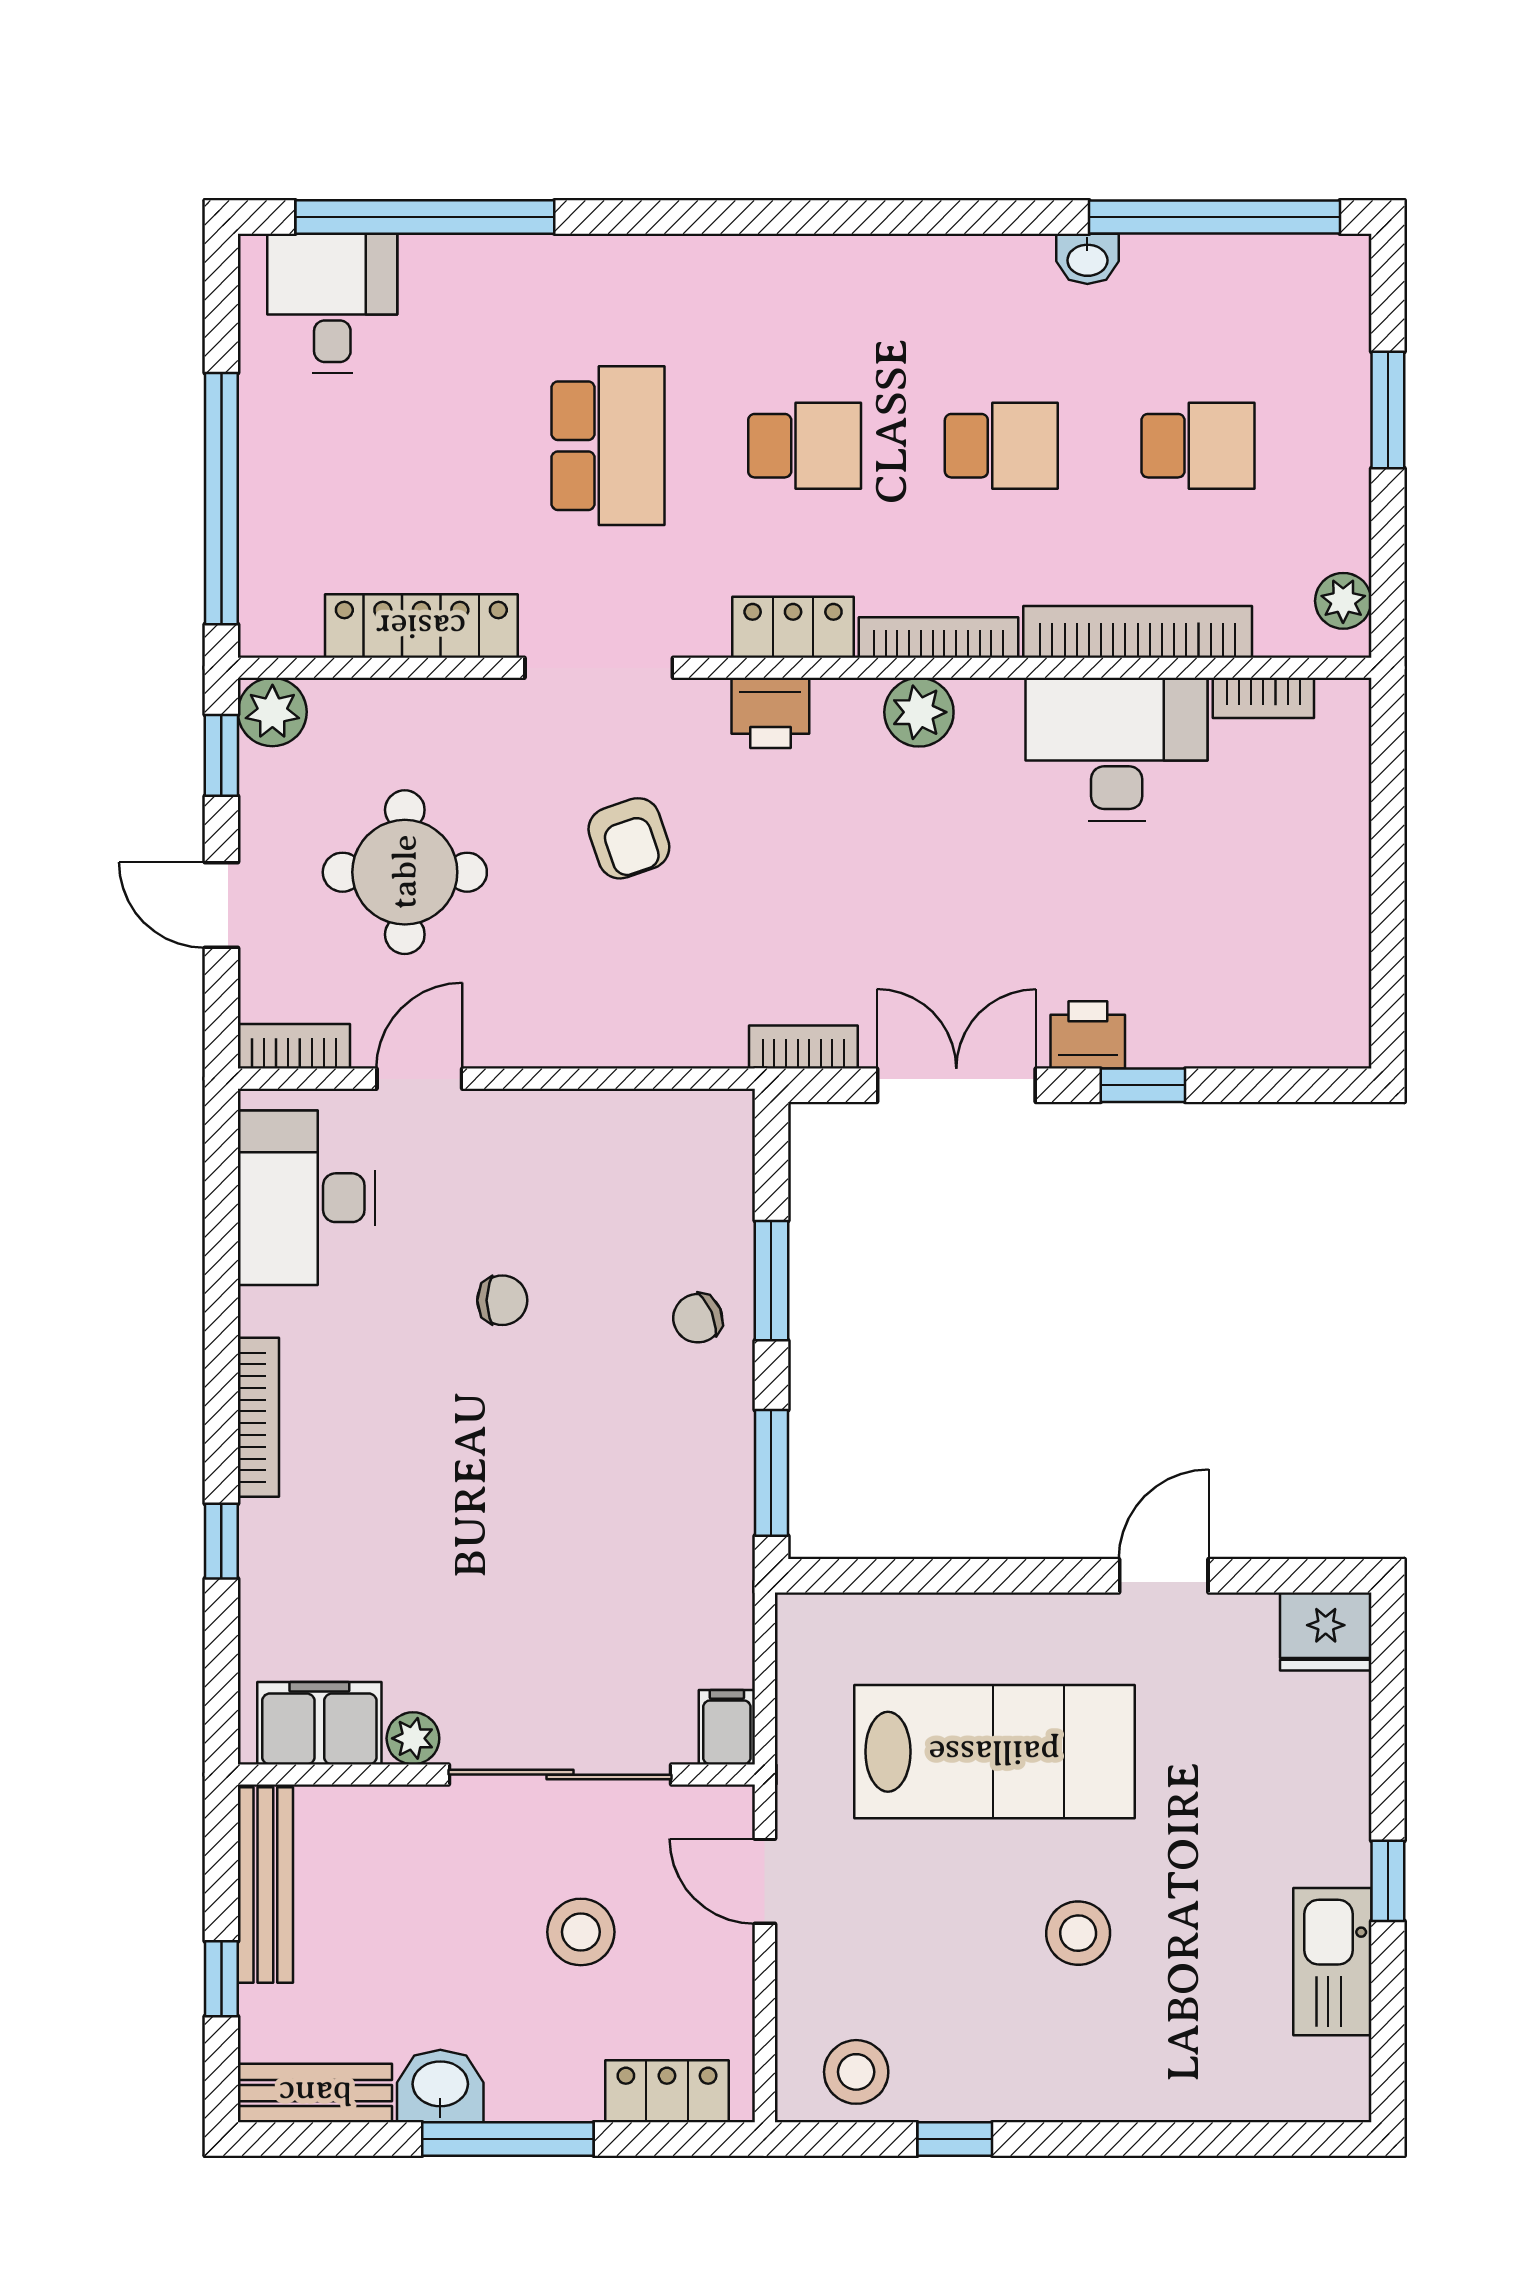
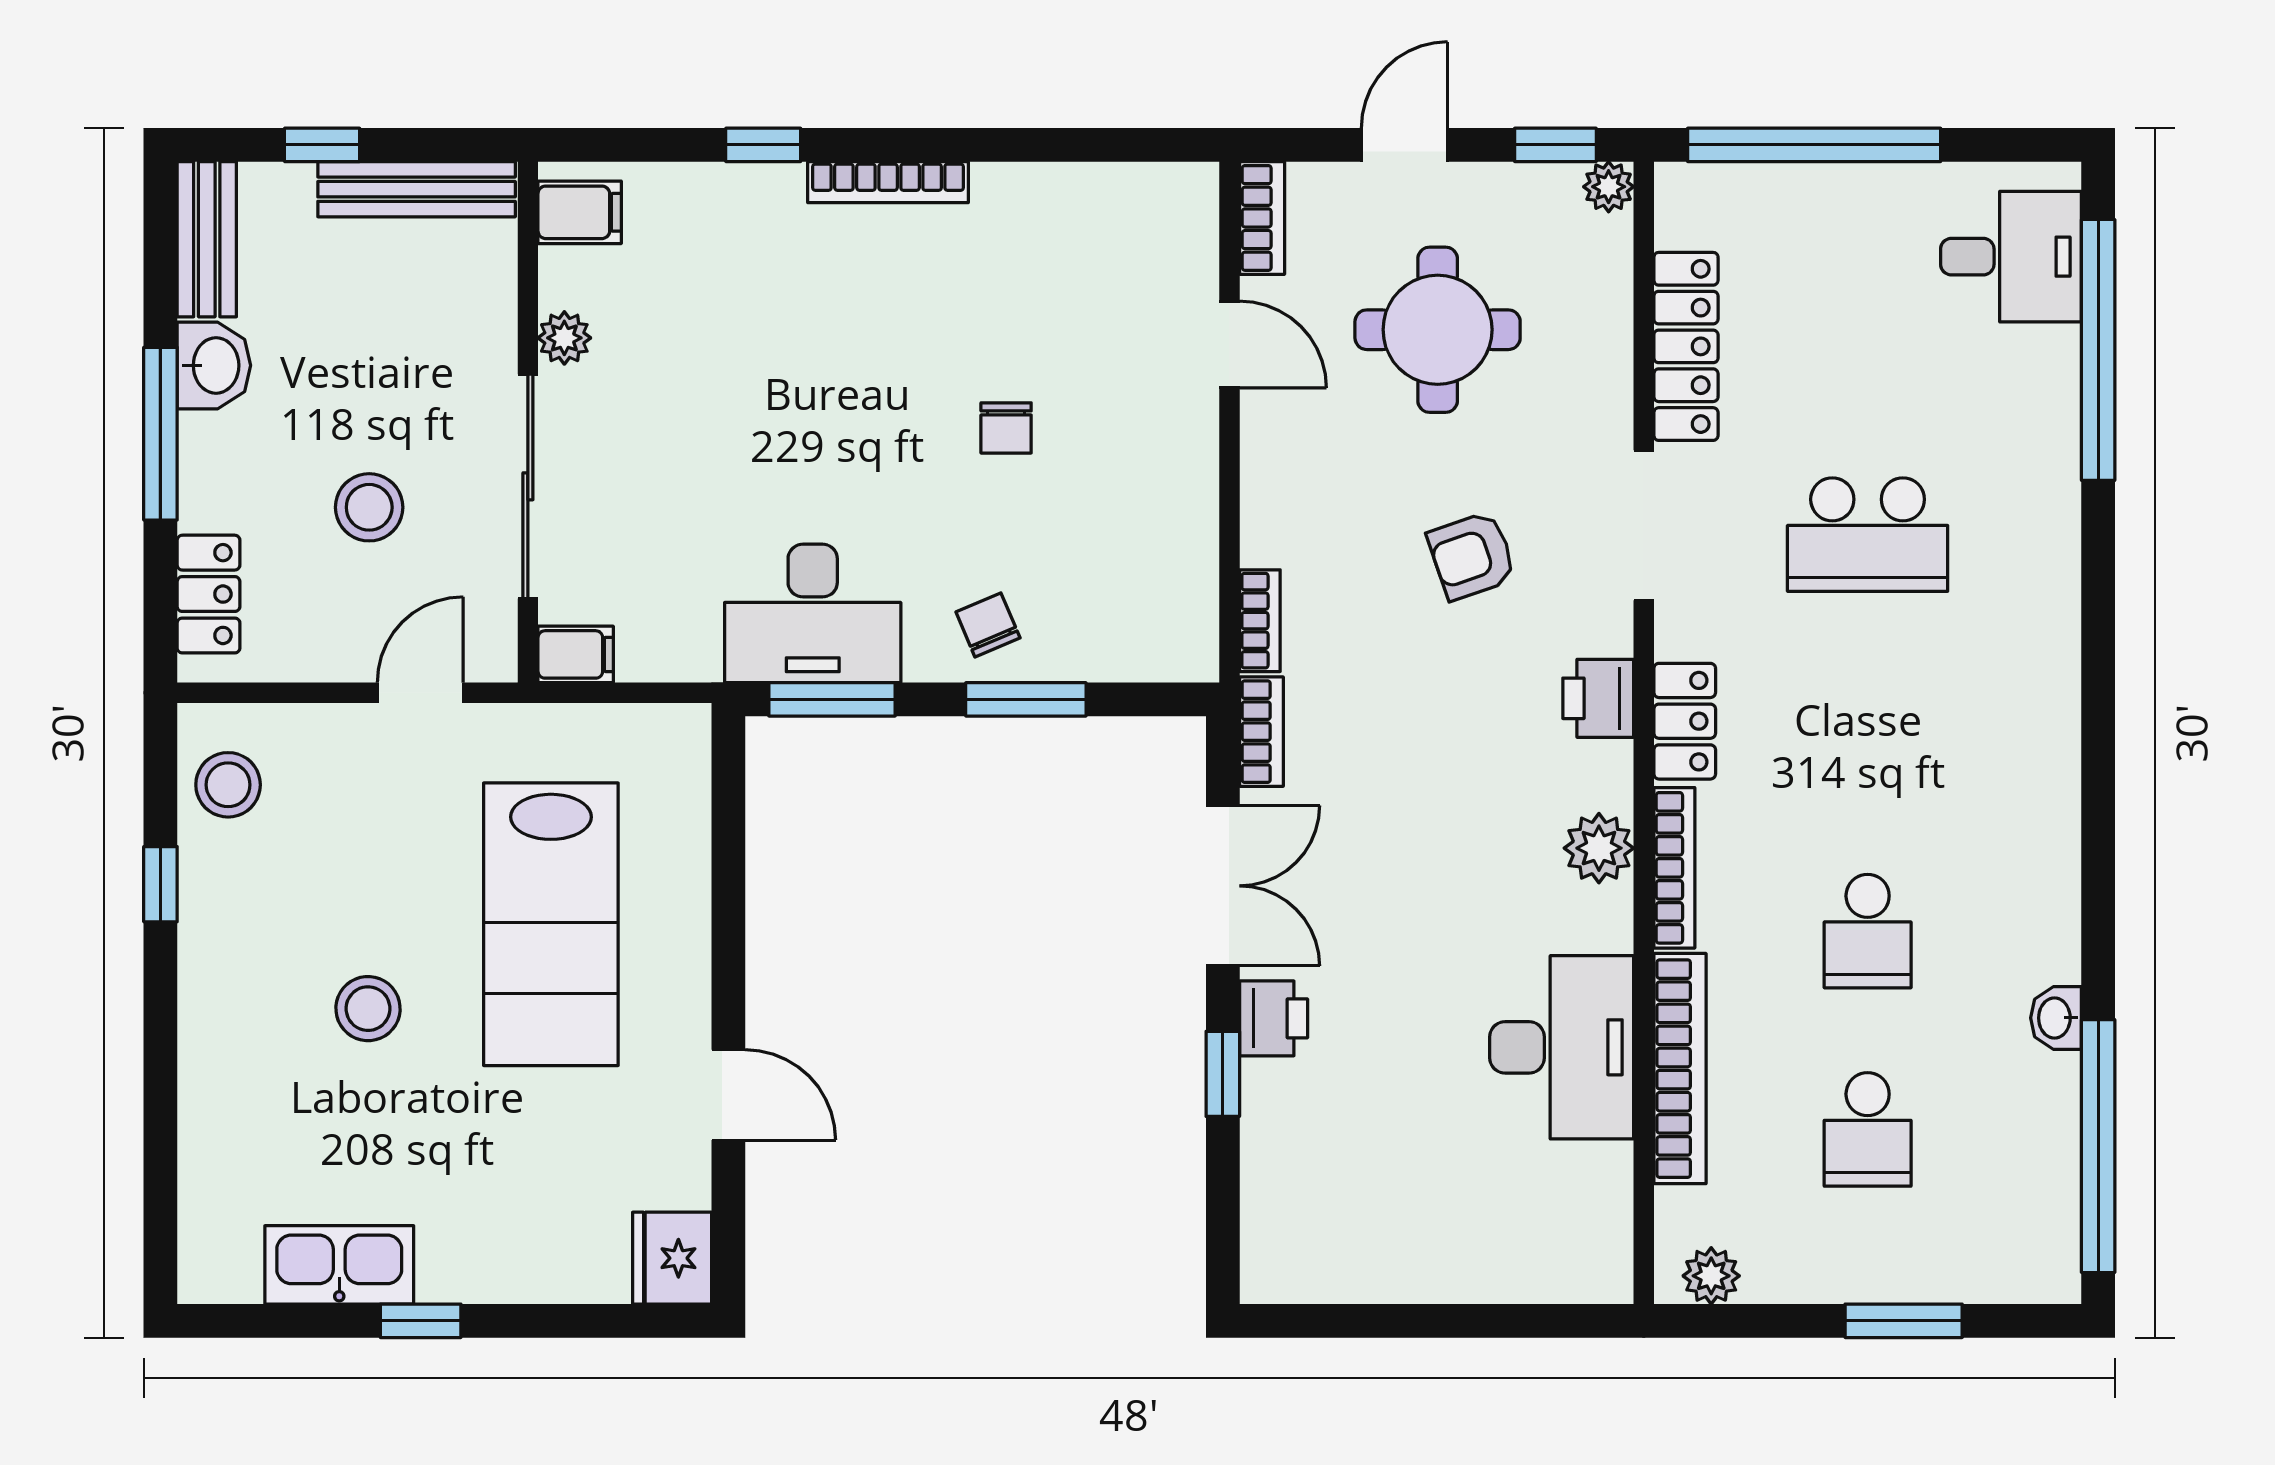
school desk: (805, 446) -> (1868, 733), removed
bookcase: (1263, 698) -> (1260, 621), moved, turned 180
plant: (272, 712) -> (1609, 187), width x0.73, depth x0.73
desk: (307, 1198) -> (813, 613), moved, turned 180
filing cabinet: (319, 1723) -> (580, 212), width x0.50

